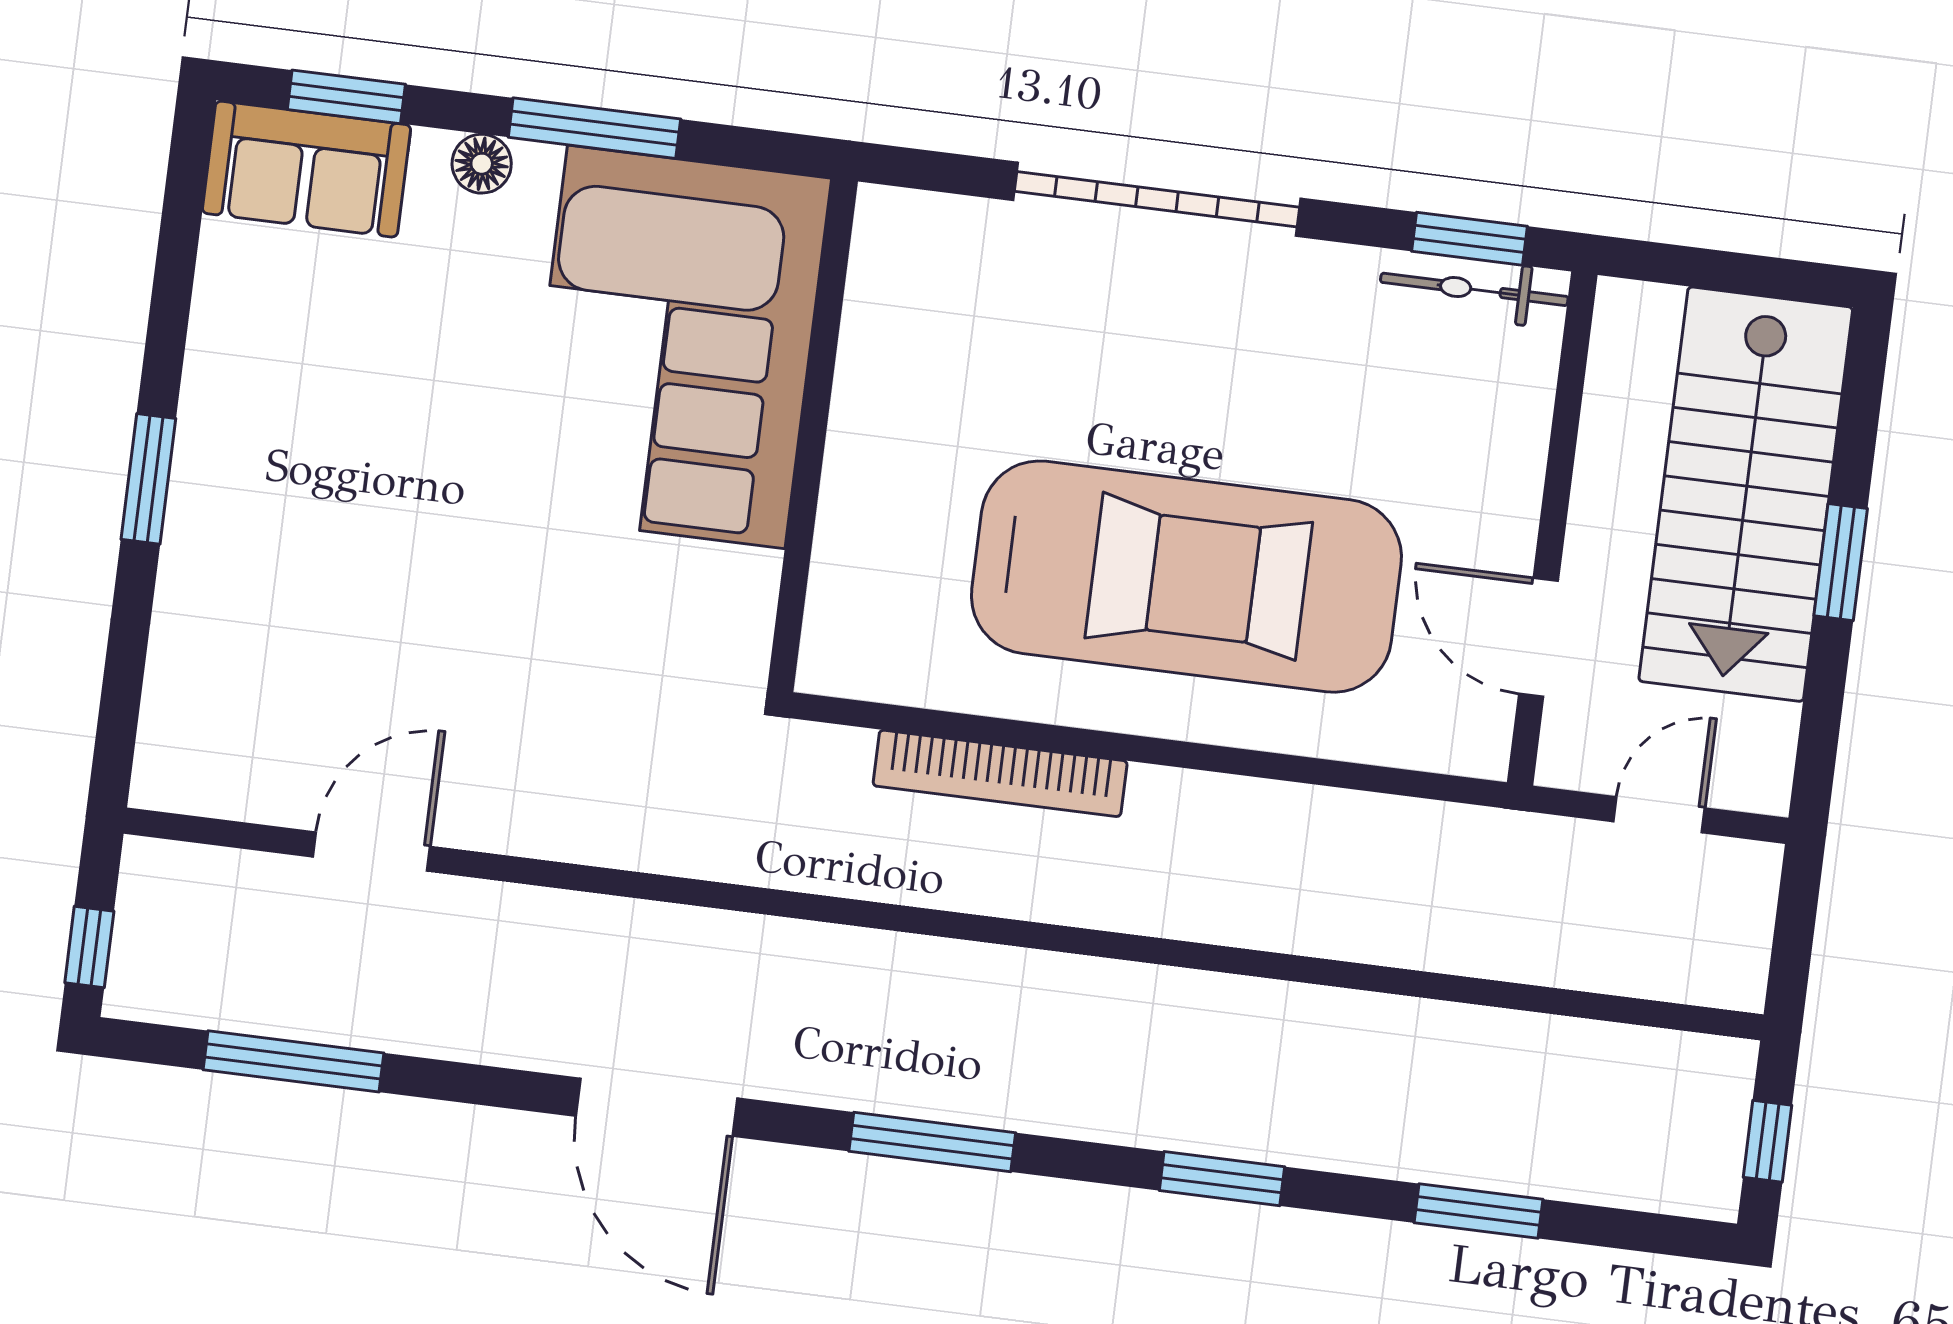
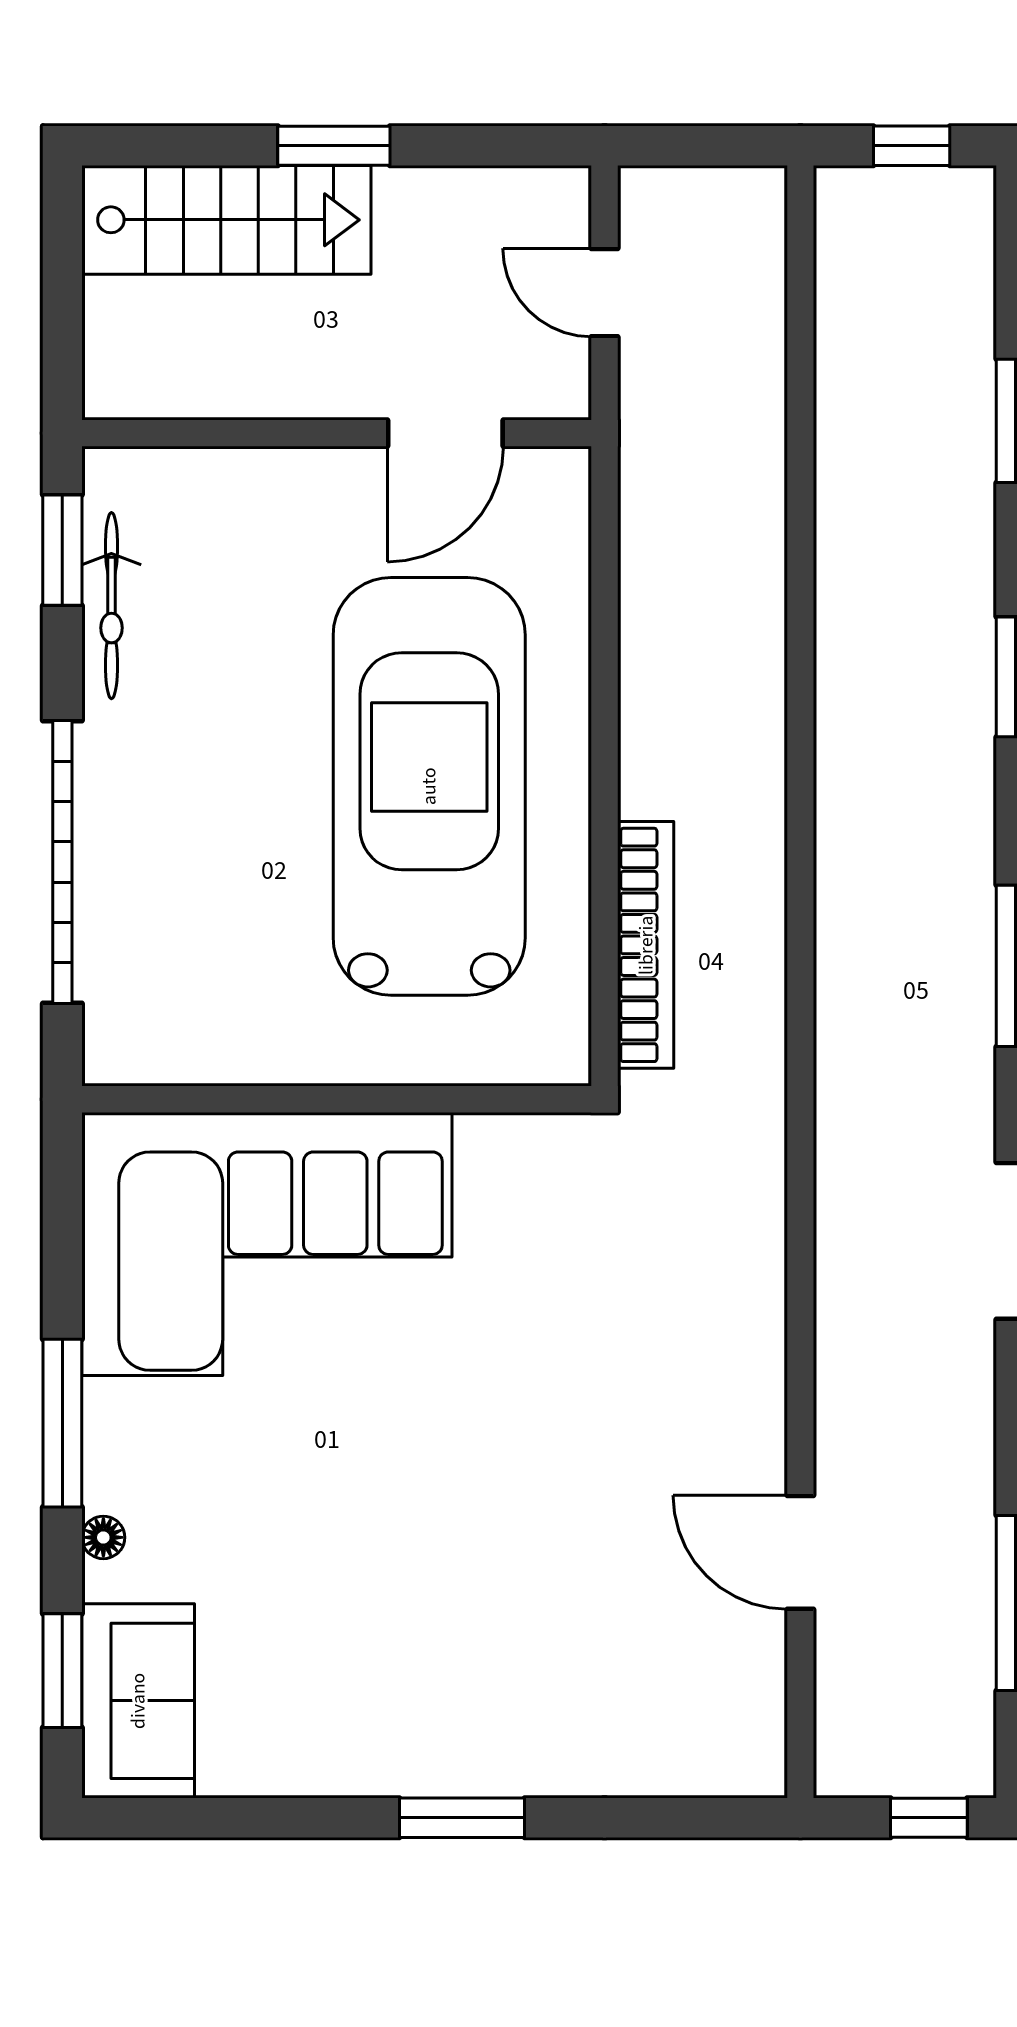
floor lamp: (482, 164) -> (103, 1537), width x0.73, depth x0.73
bicycle: (1474, 289) -> (111, 606), moved
corner sofa: (676, 347) -> (267, 1244), moved
wall: (812, 435) -> (337, 1099), moved
stairs: (1746, 494) -> (226, 220), width x0.73, depth x0.66

